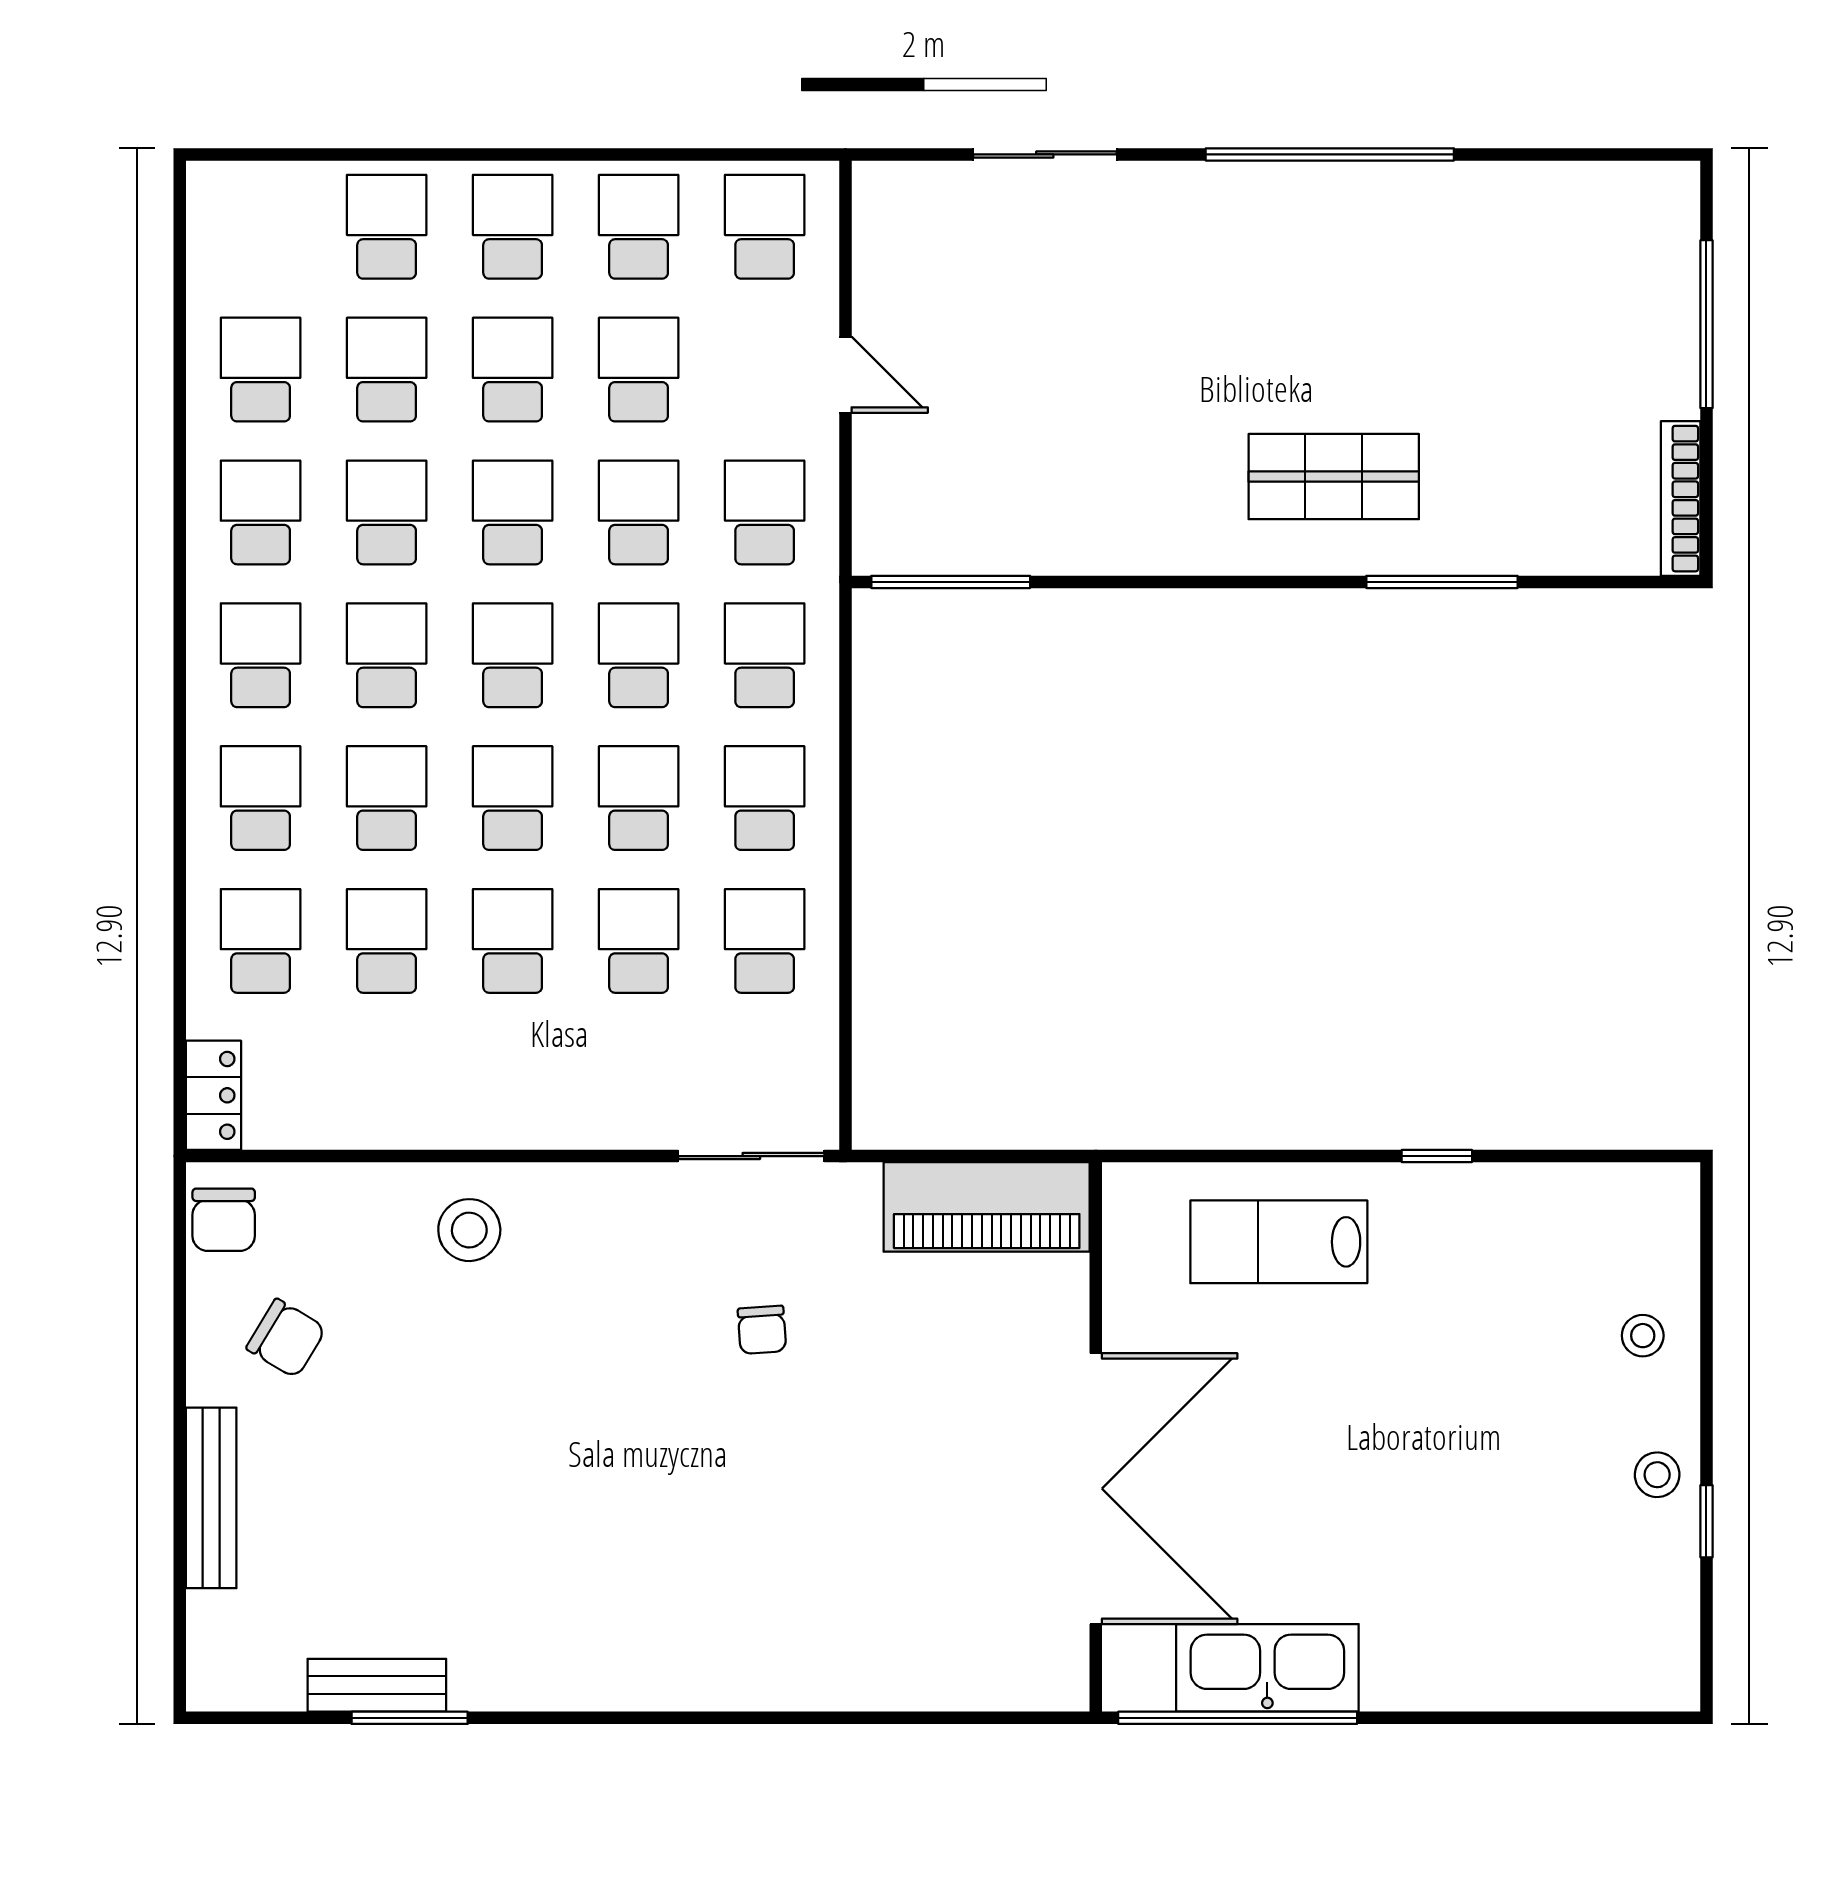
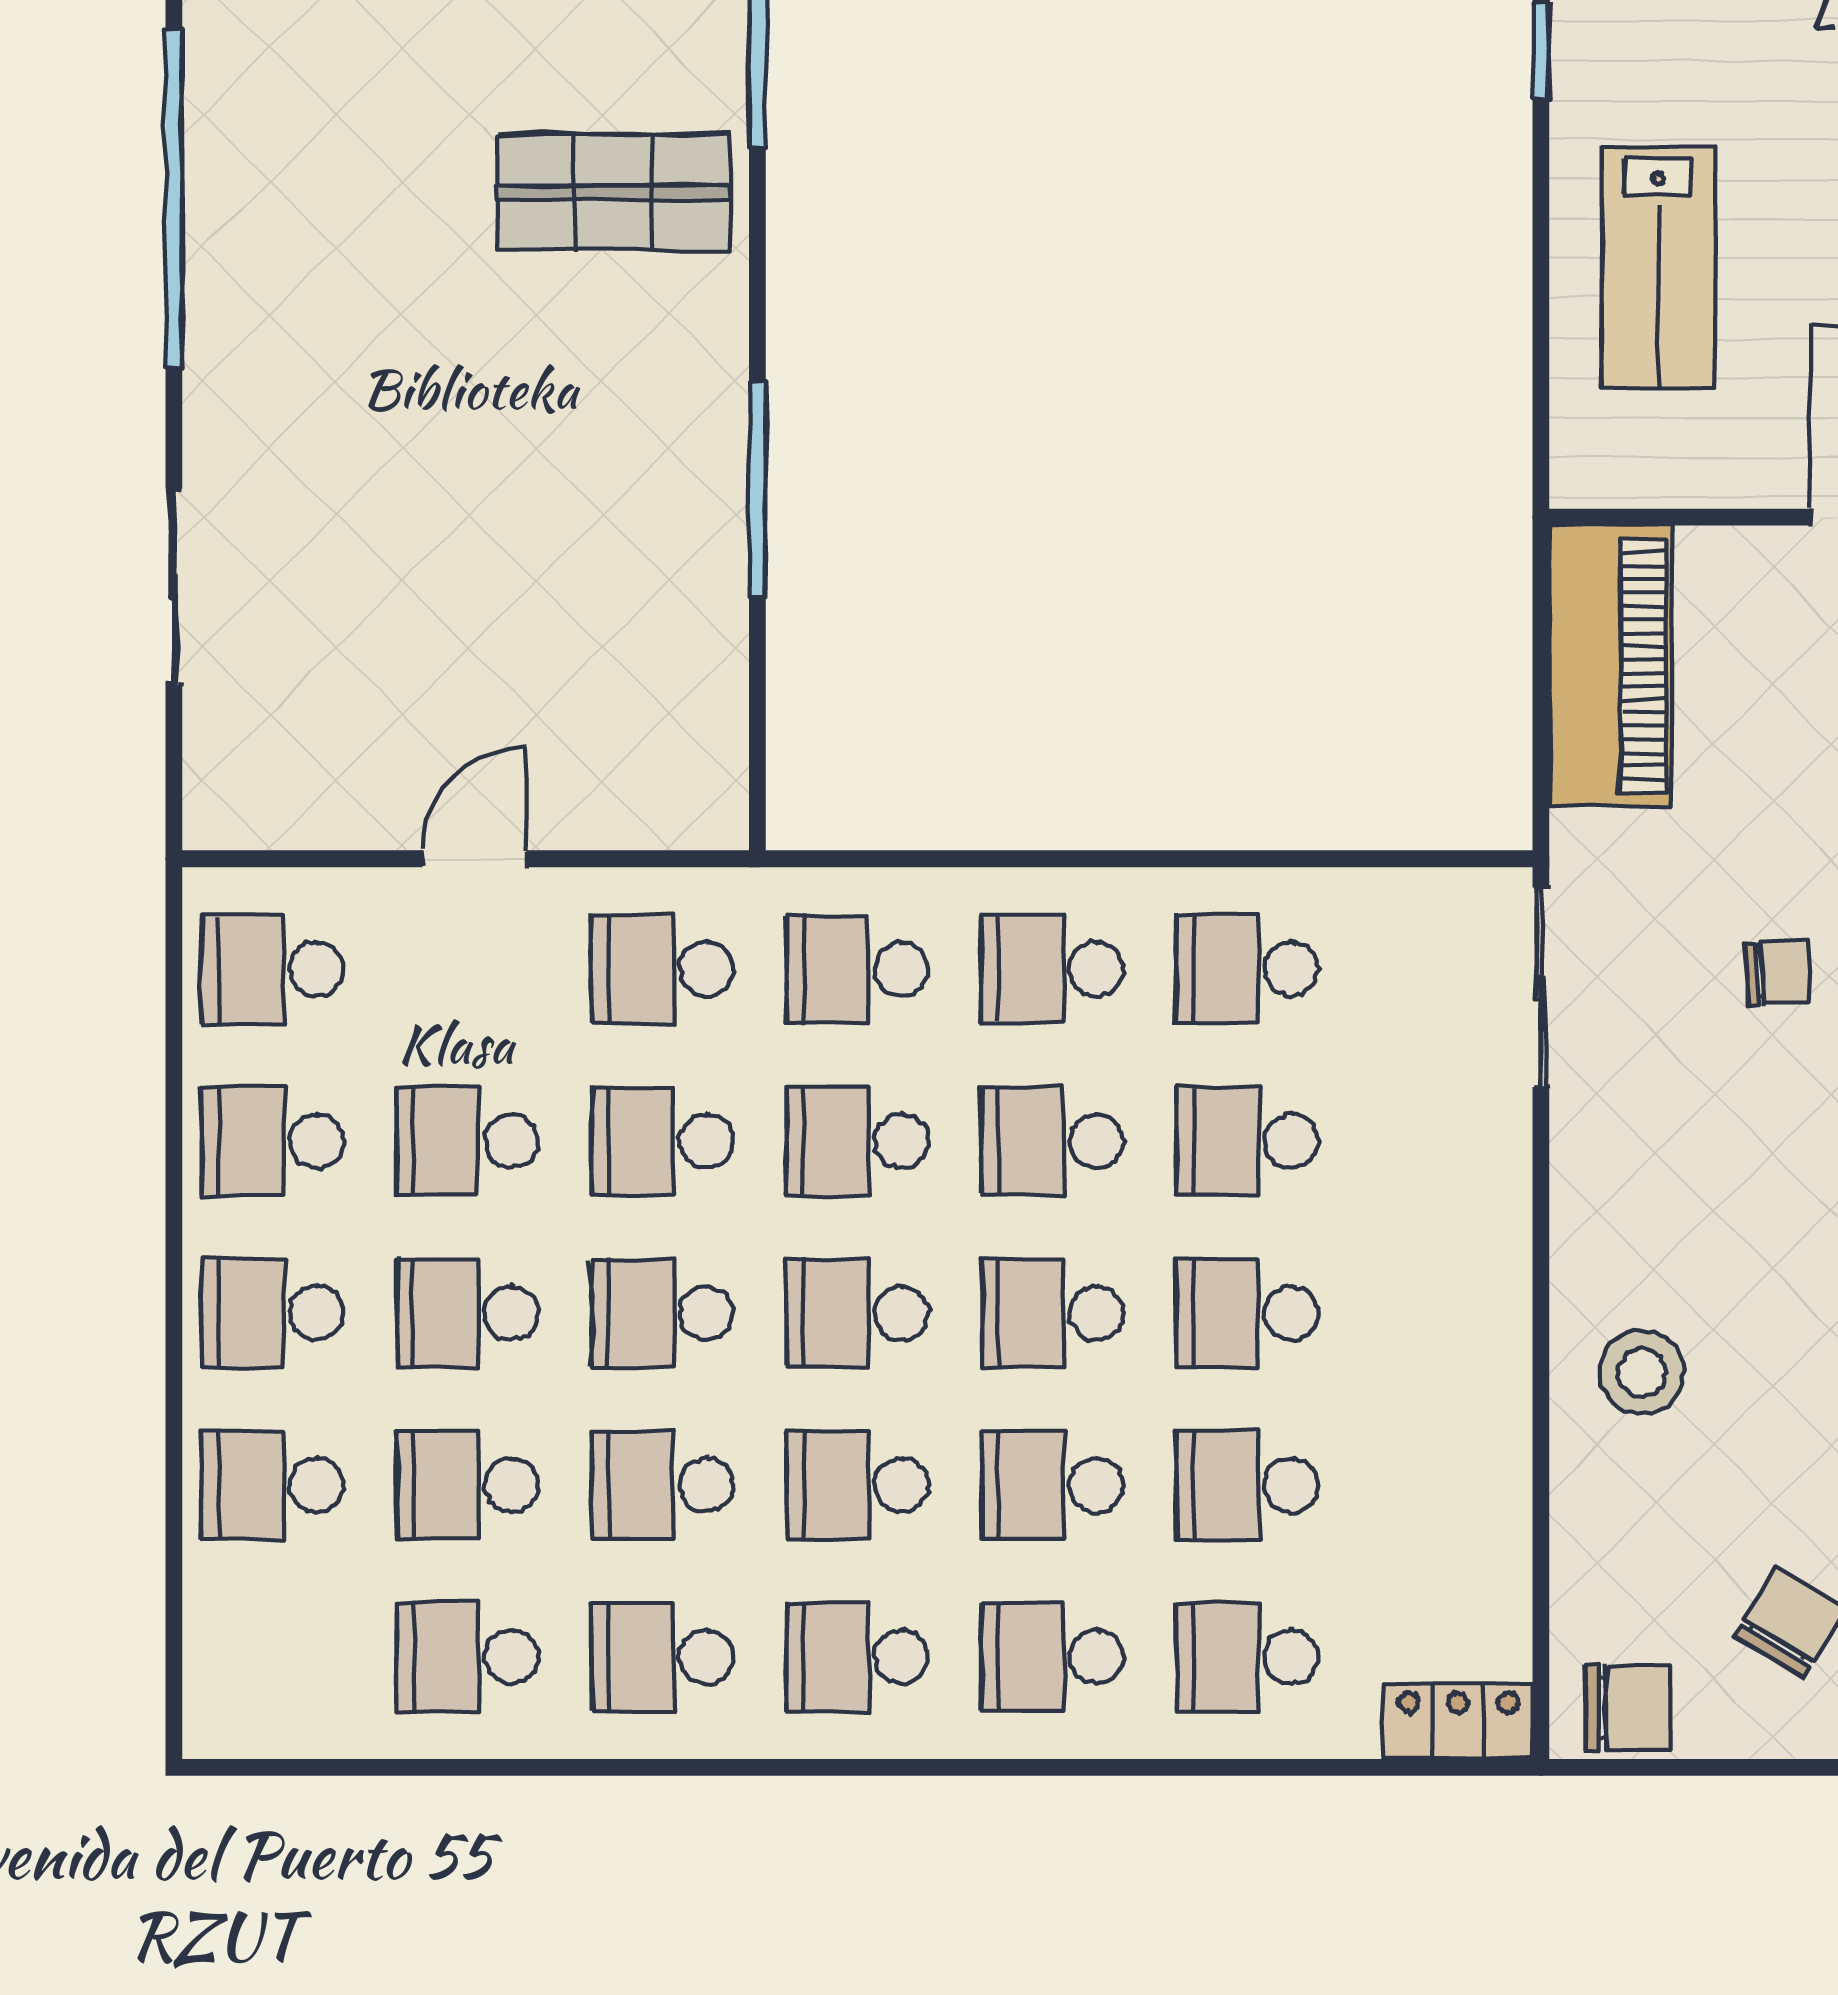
shop shelf: (1334, 477) -> (614, 192), turned 90
window: (951, 582) -> (757, 488), moved

